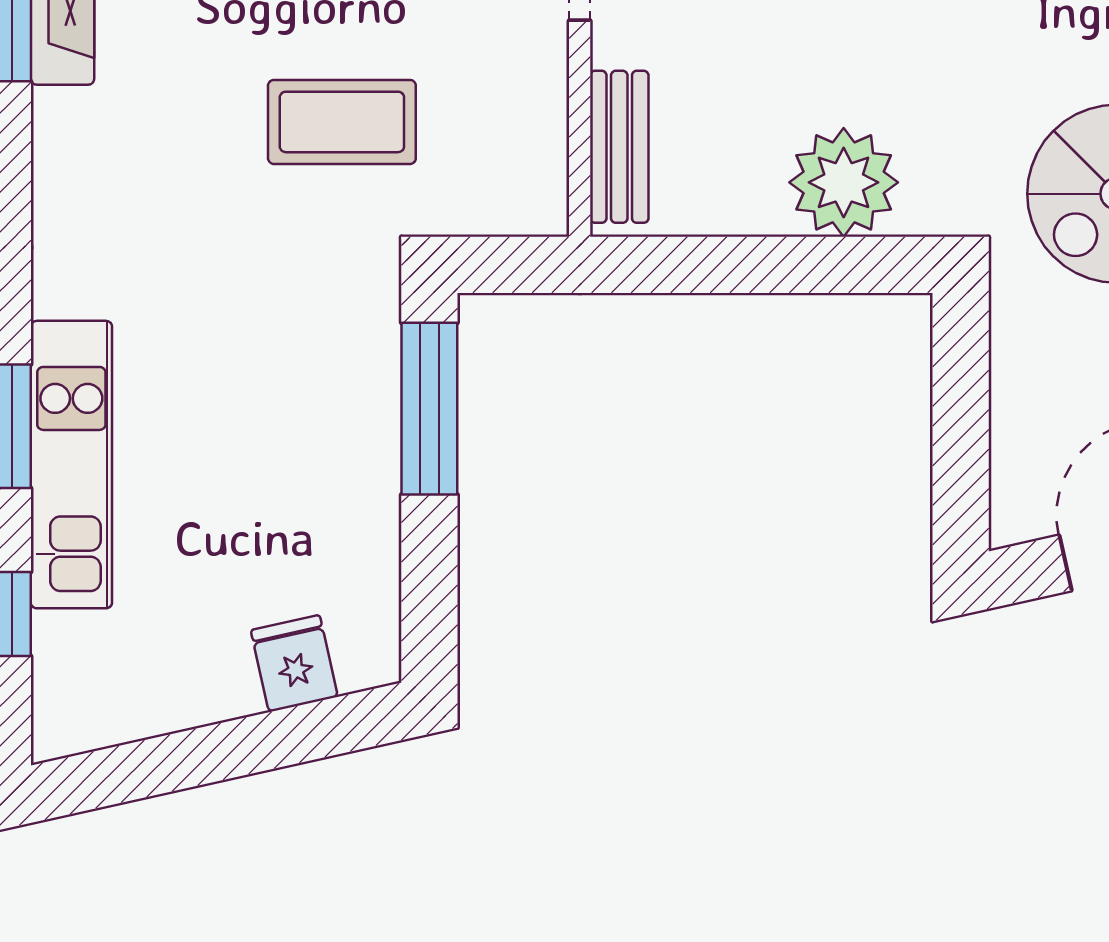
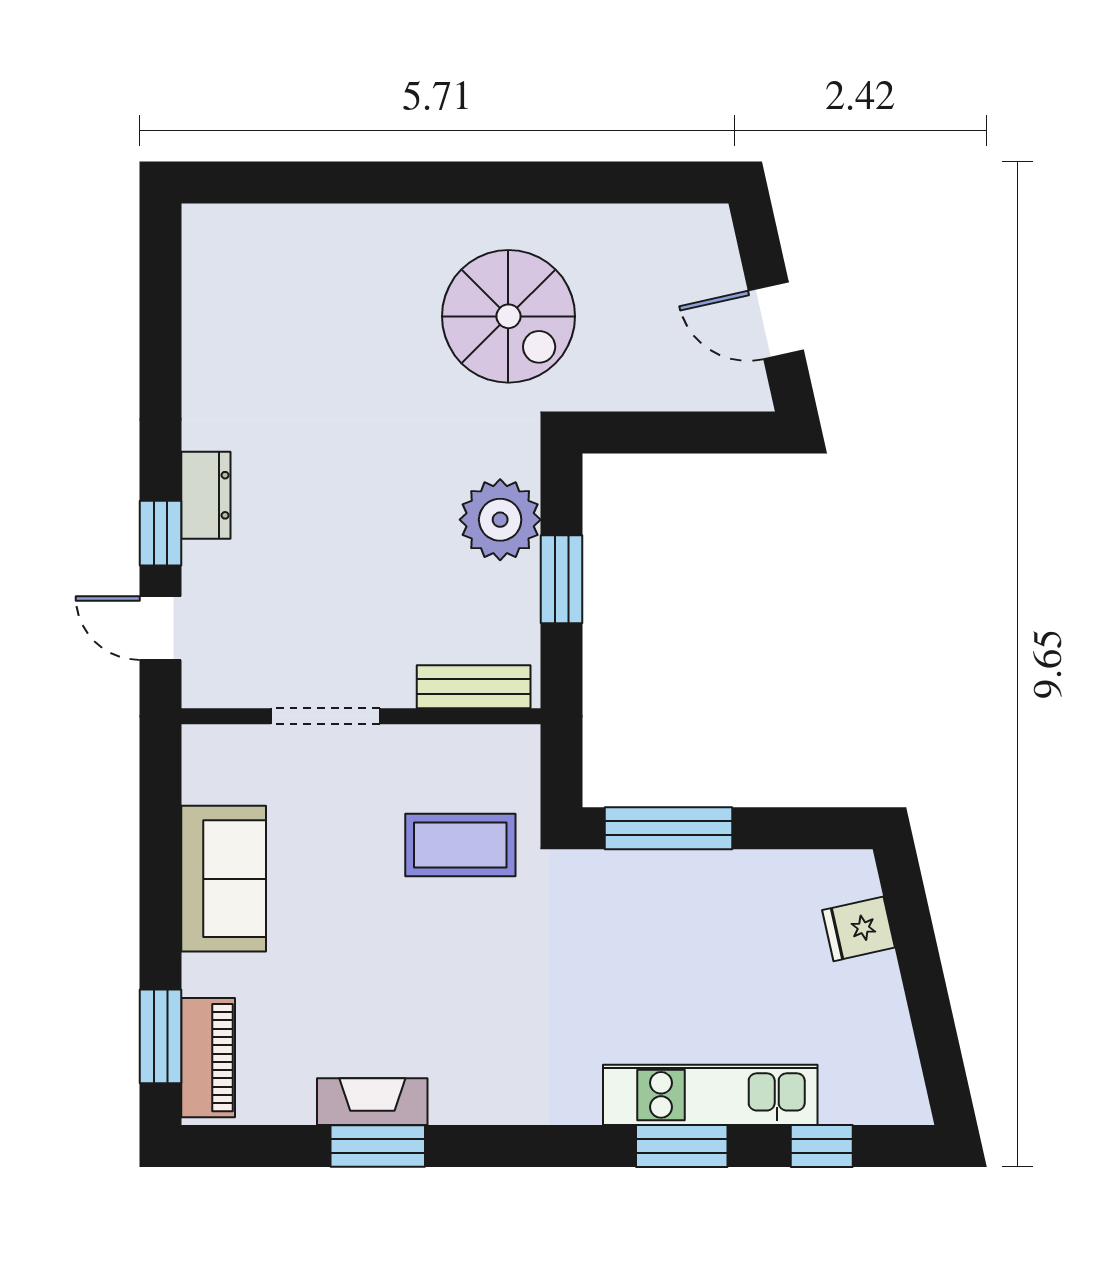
coffee table: (342, 122) -> (460, 845), moved, turned 90
window: (764, 265) -> (562, 579), added

